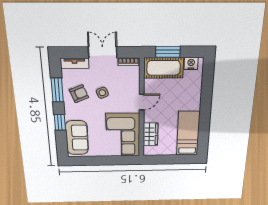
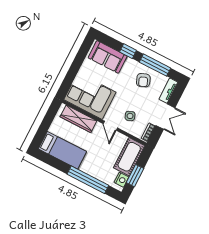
window: (168, 52) -> (135, 176), moved
window: (57, 90) -> (155, 65), width x1.44
side table: (102, 93) -> (130, 116), moved
window: (206, 96) -> (88, 180), added
wardrobe: (150, 134) -> (78, 119), width x1.50

